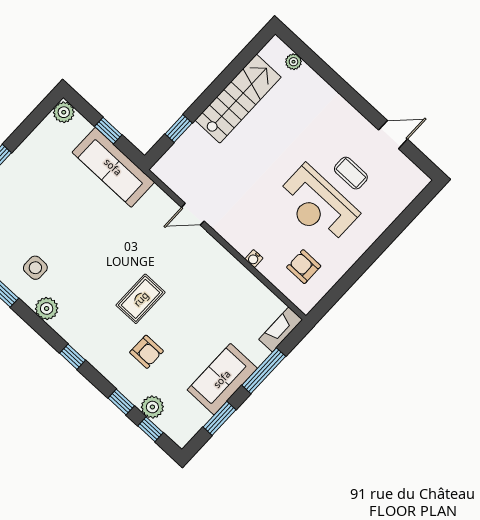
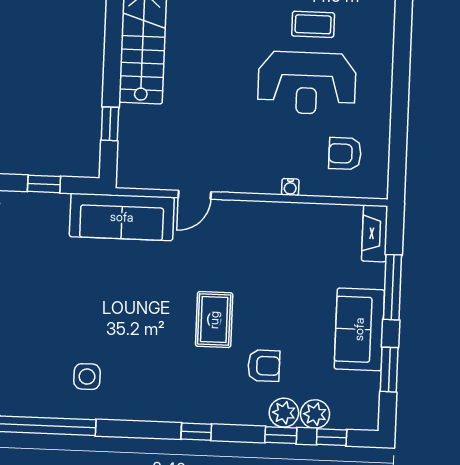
sofa: (113, 167) -> (122, 217), moved
plant: (47, 308) -> (284, 413), moved

